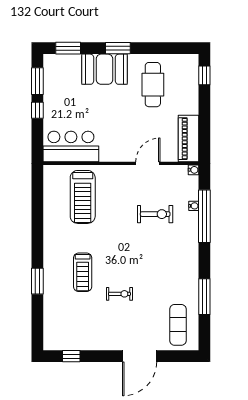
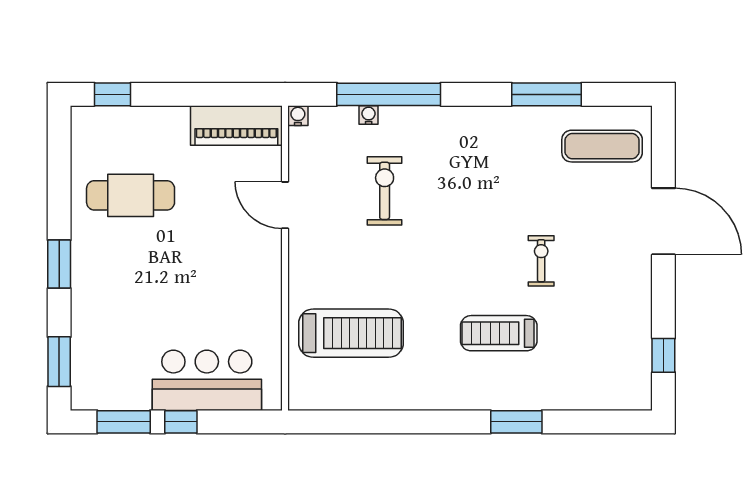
booth: (105, 69) -> (100, 290), removed
bar counter: (71, 146) -> (207, 380), moved, turned 90
treadmill: (83, 272) -> (499, 333), turned 180

